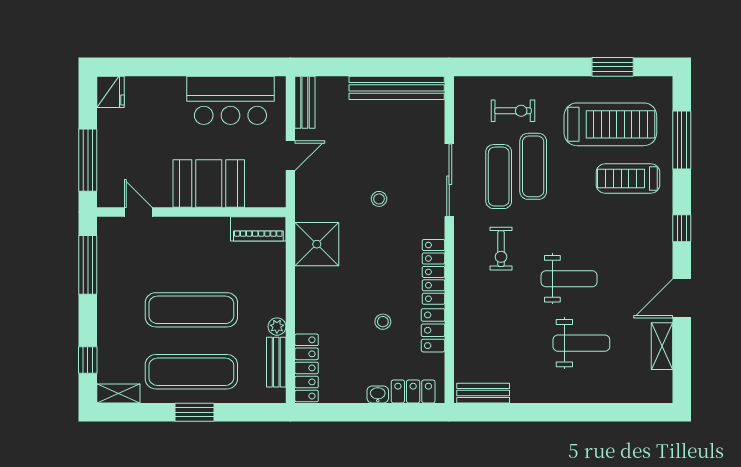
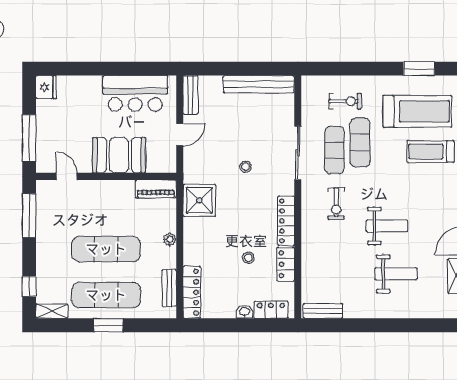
plant: (277, 327) -> (170, 239), moved

